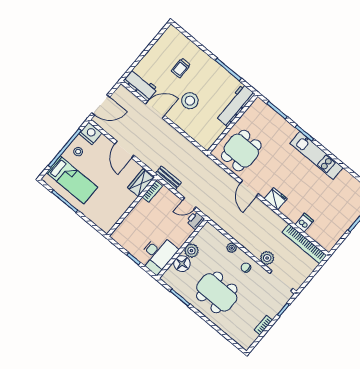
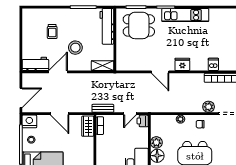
shelving: (201, 138) -> (102, 66), added
dining table: (241, 151) -> (139, 25), moved, turned 90

